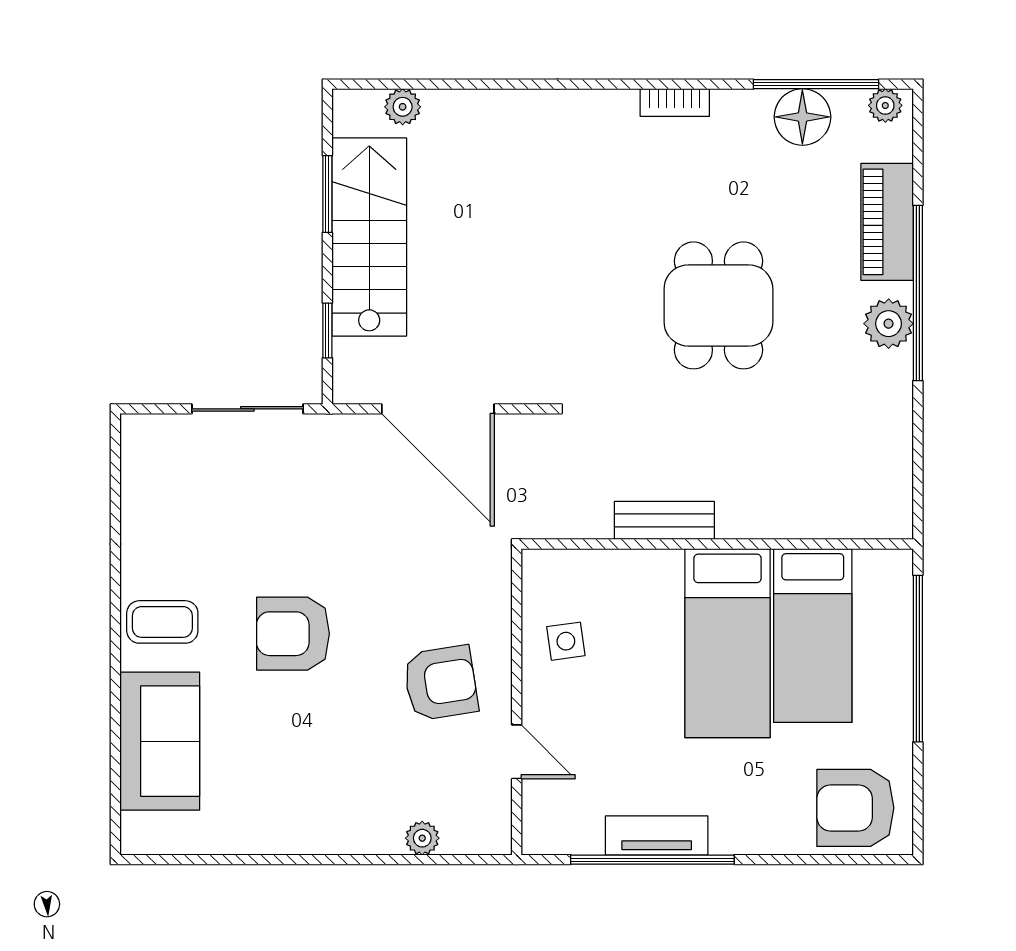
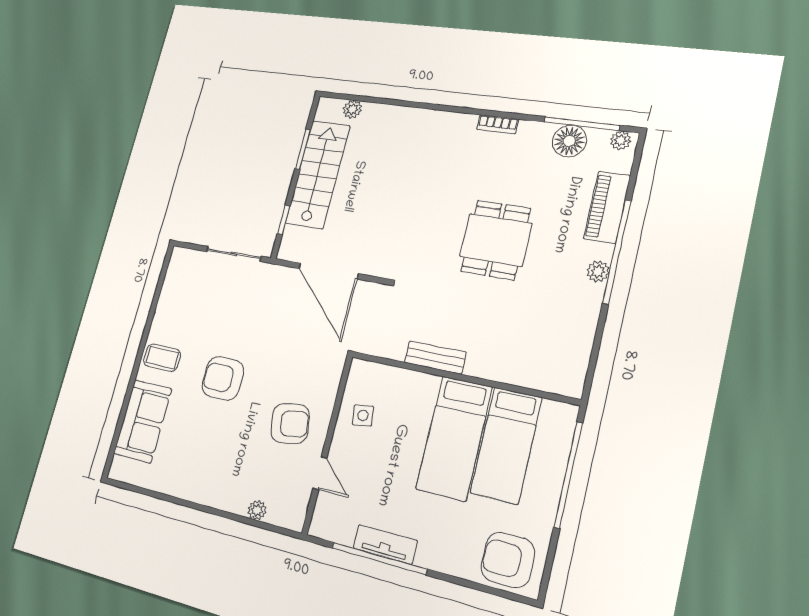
plant: (889, 324) -> (598, 271), width x0.73, depth x0.73

